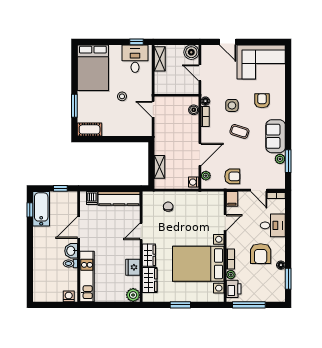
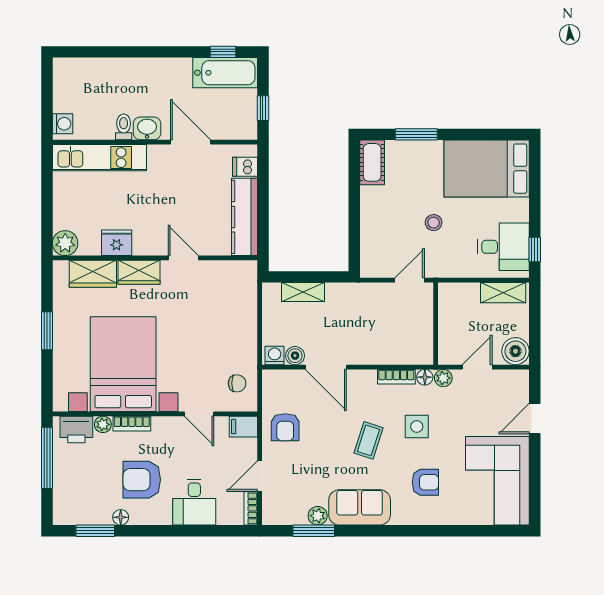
boiler: (194, 110) -> (295, 356), moved
plant: (206, 176) -> (443, 378), moved
chair: (168, 207) -> (237, 383), moved

